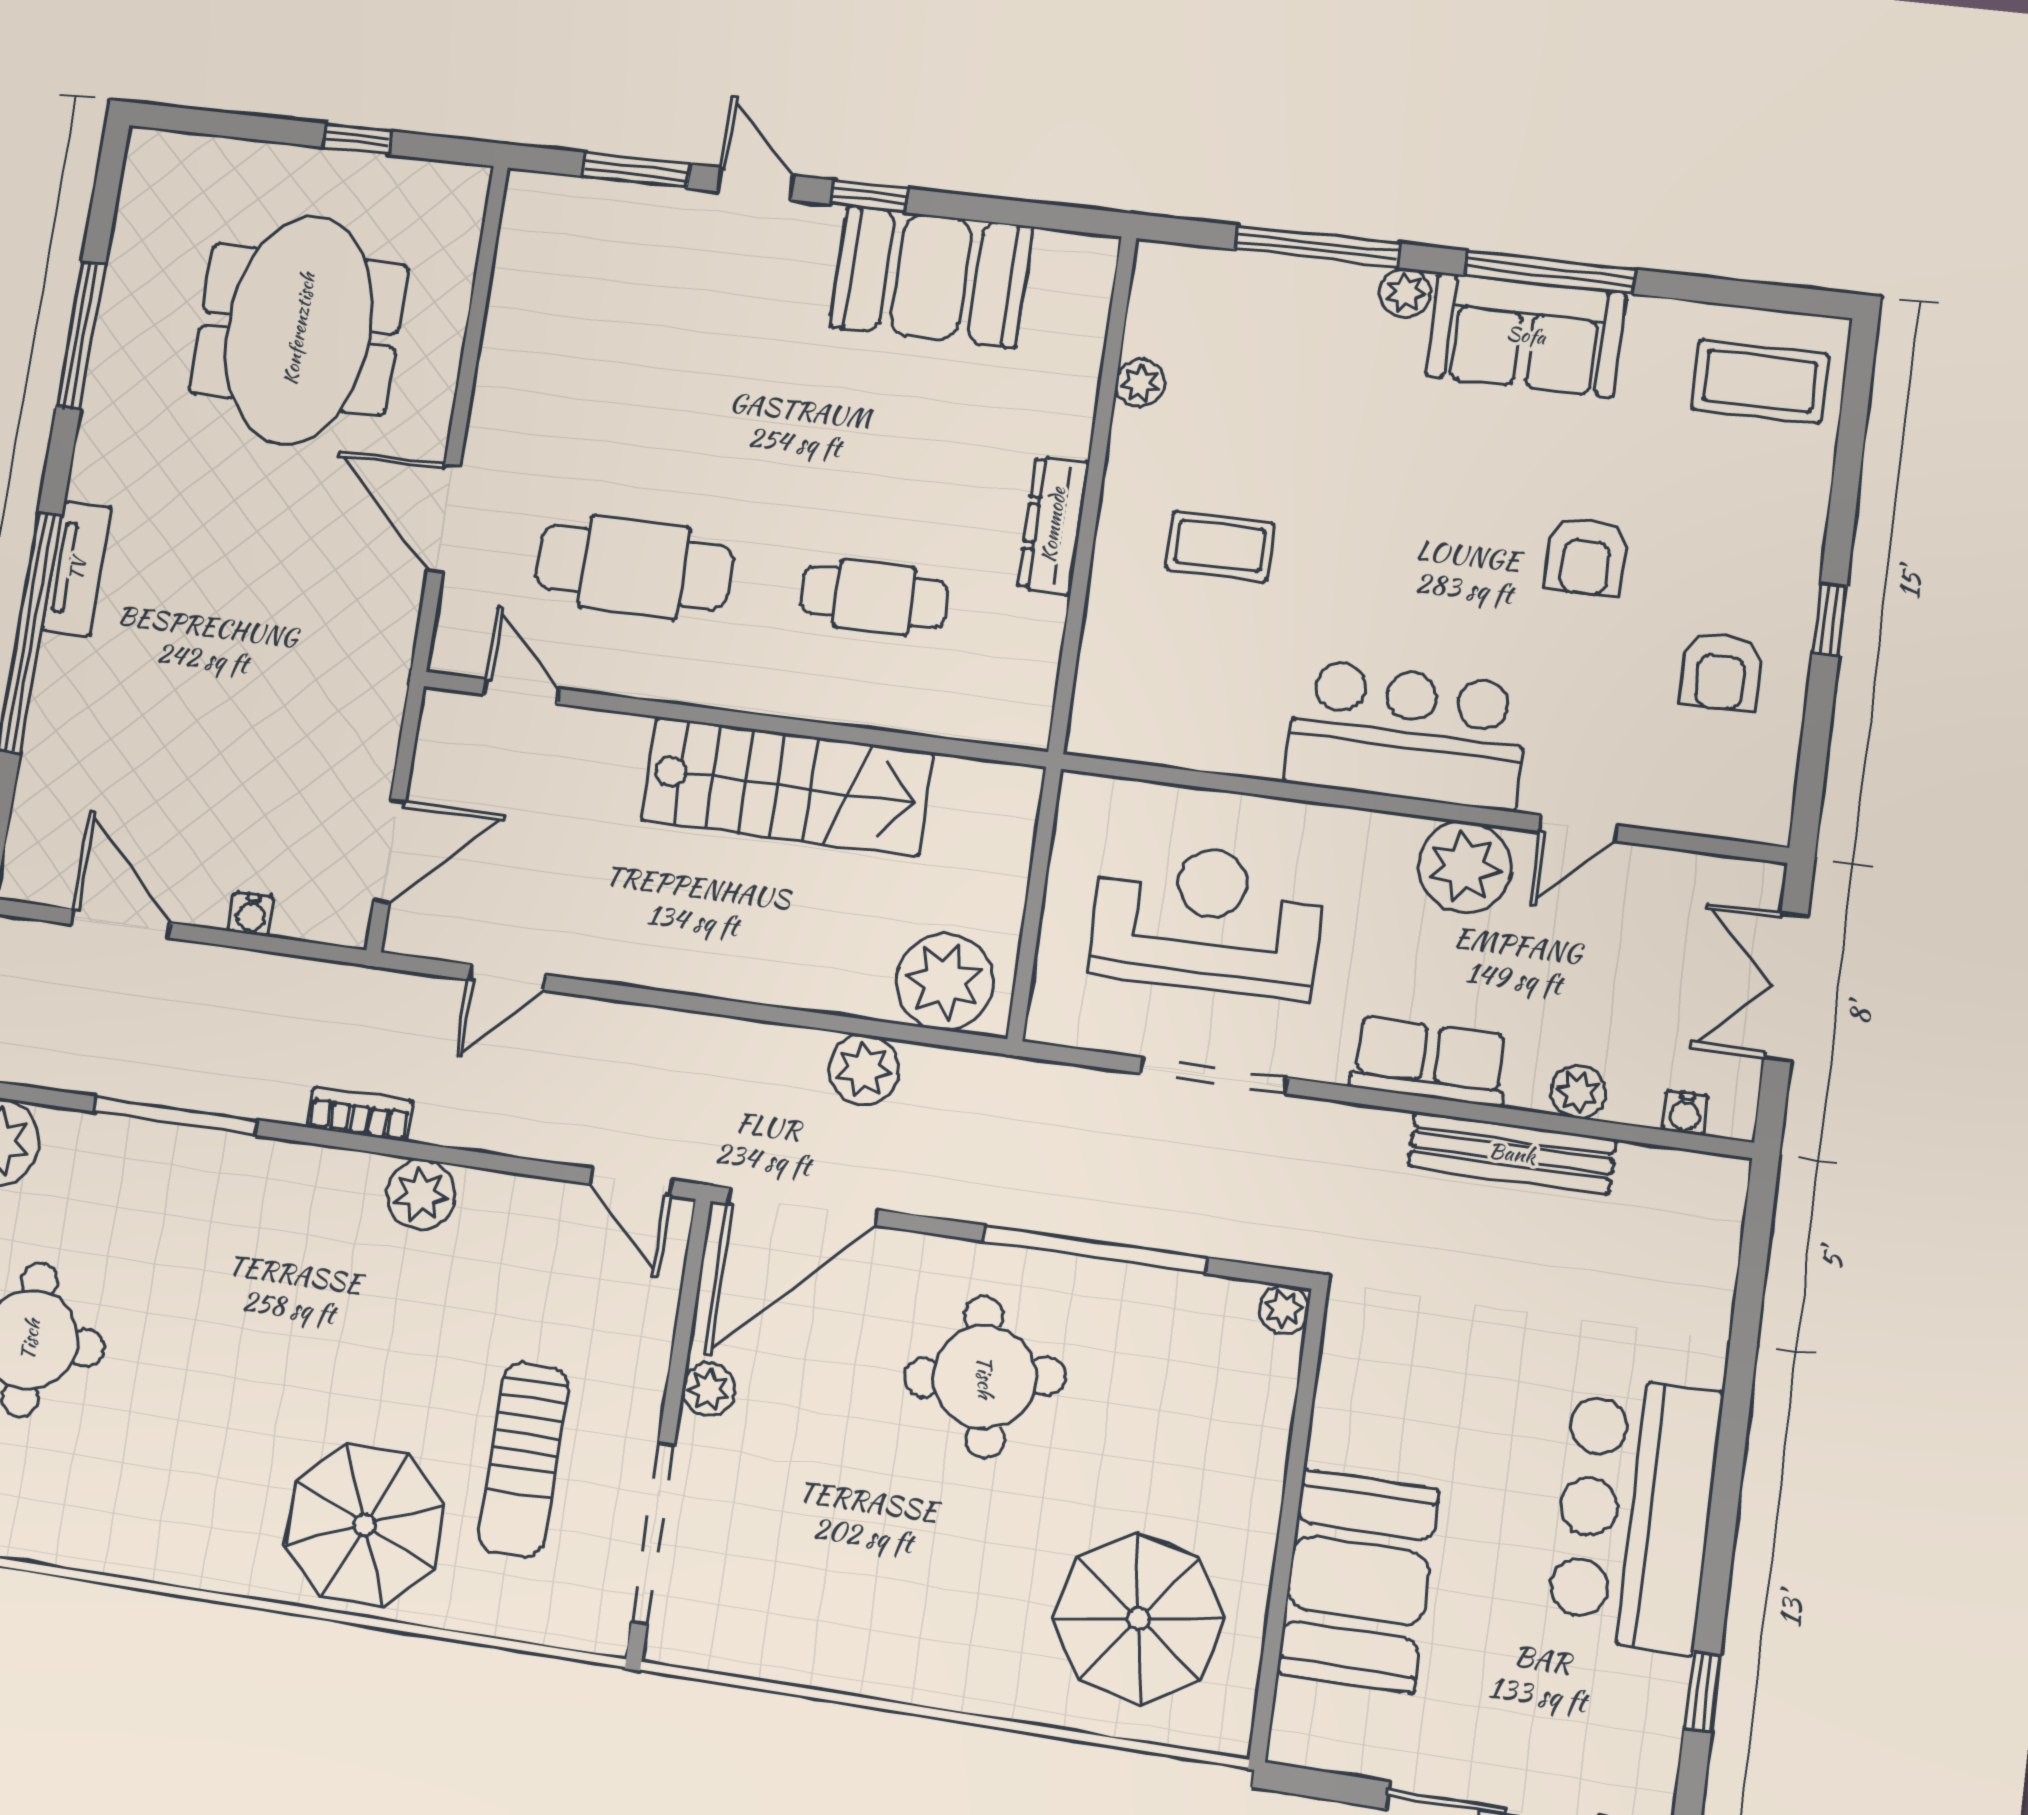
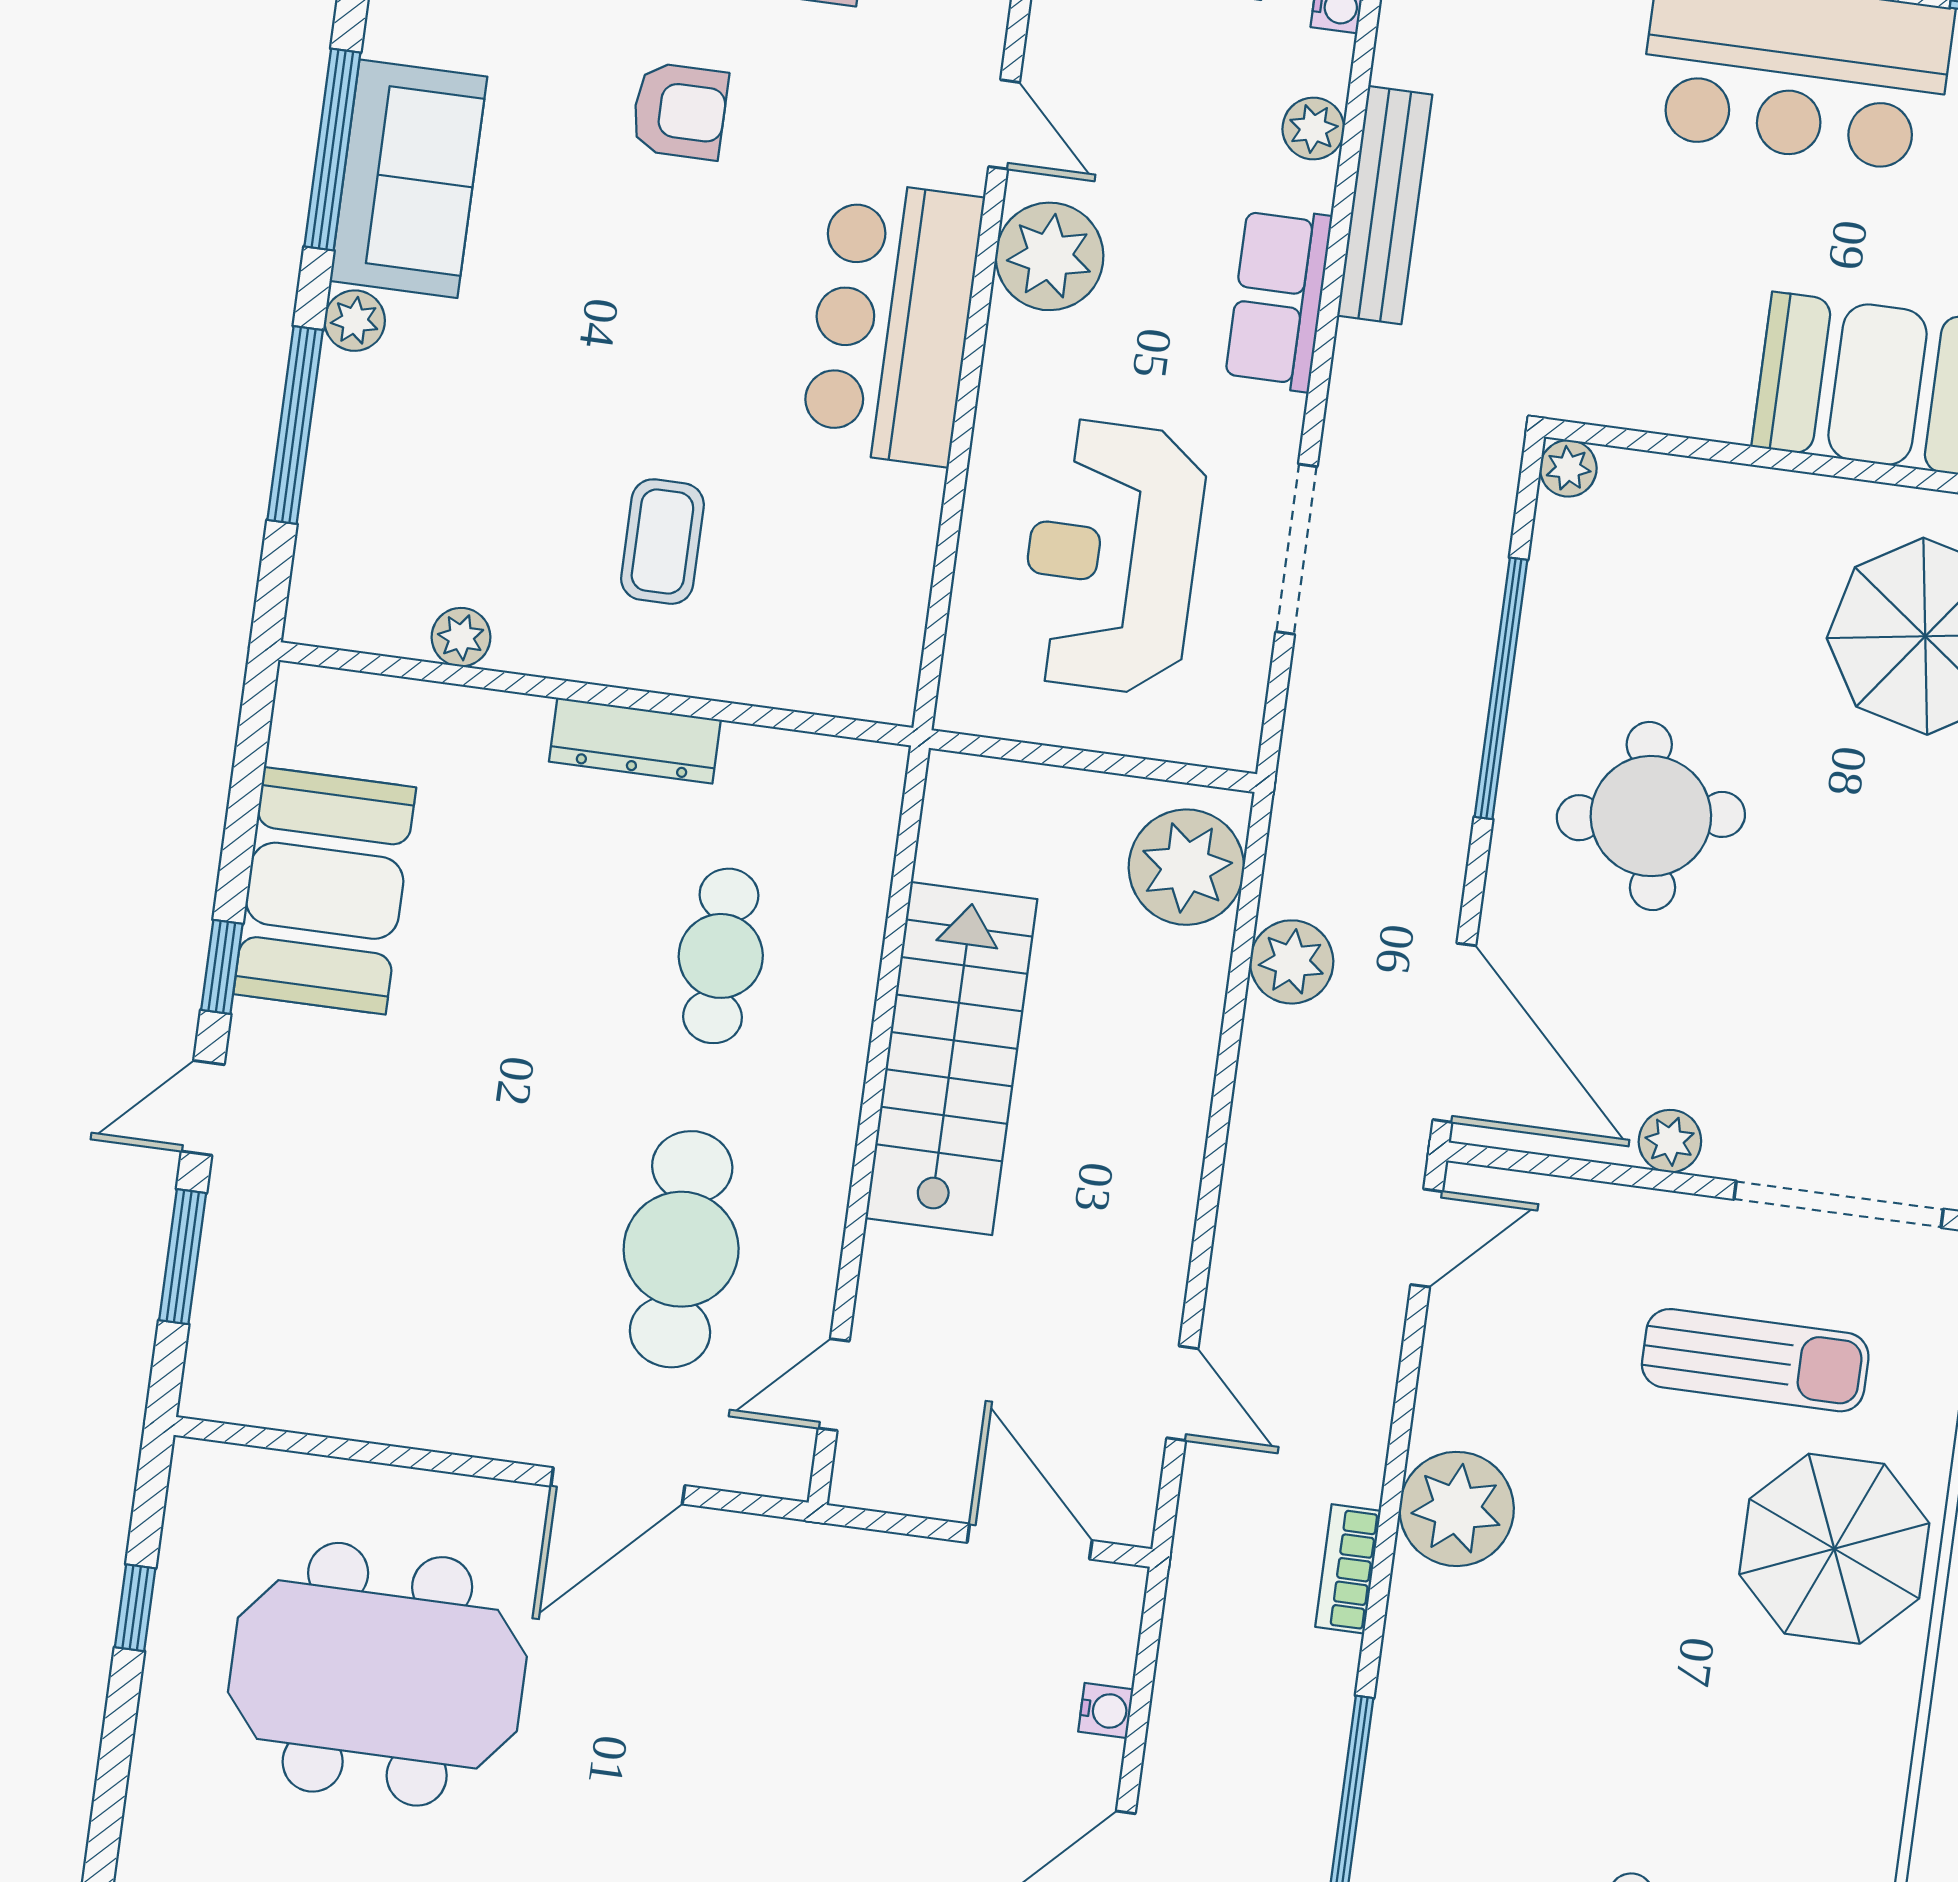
plant: (421, 1194) -> (1457, 1509), width x1.36, depth x1.36

